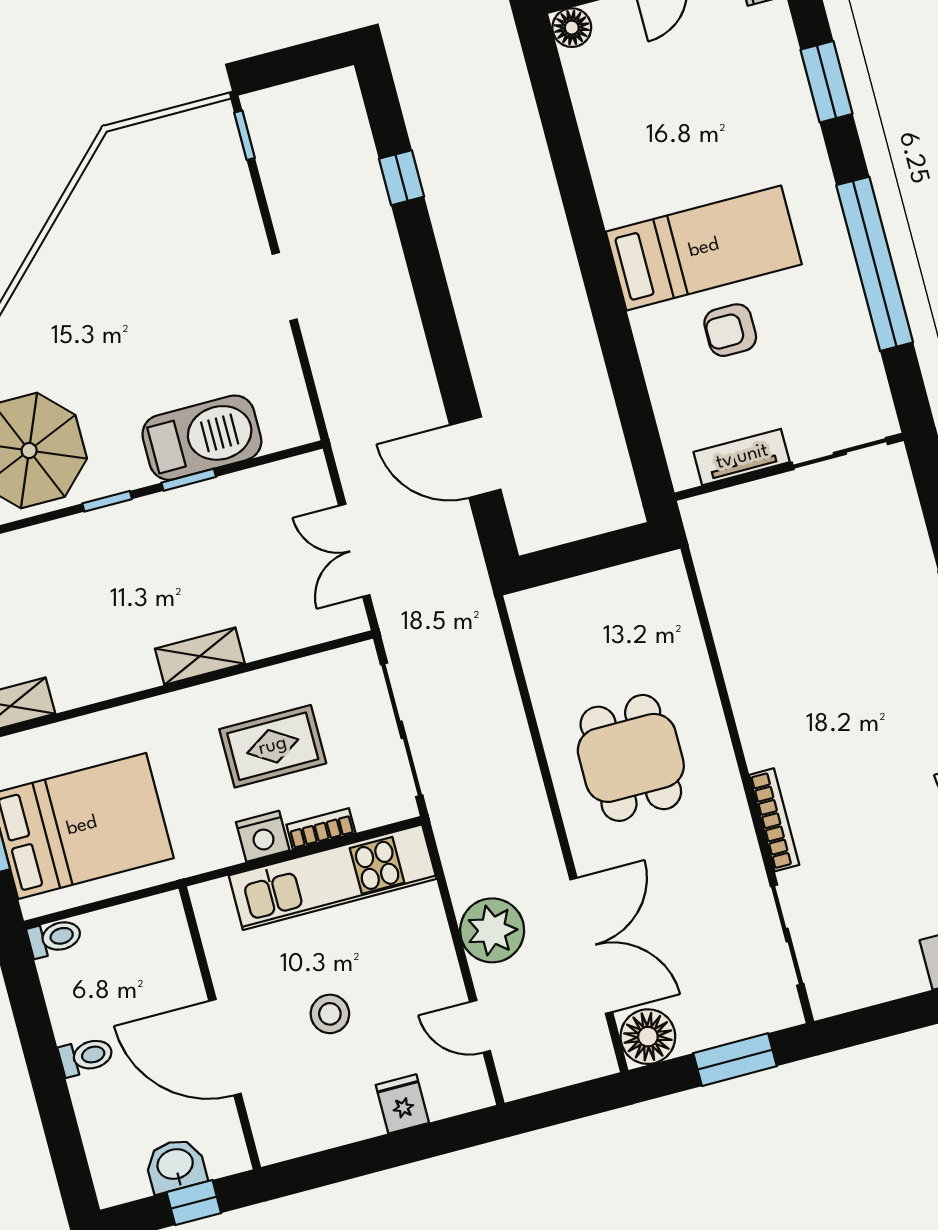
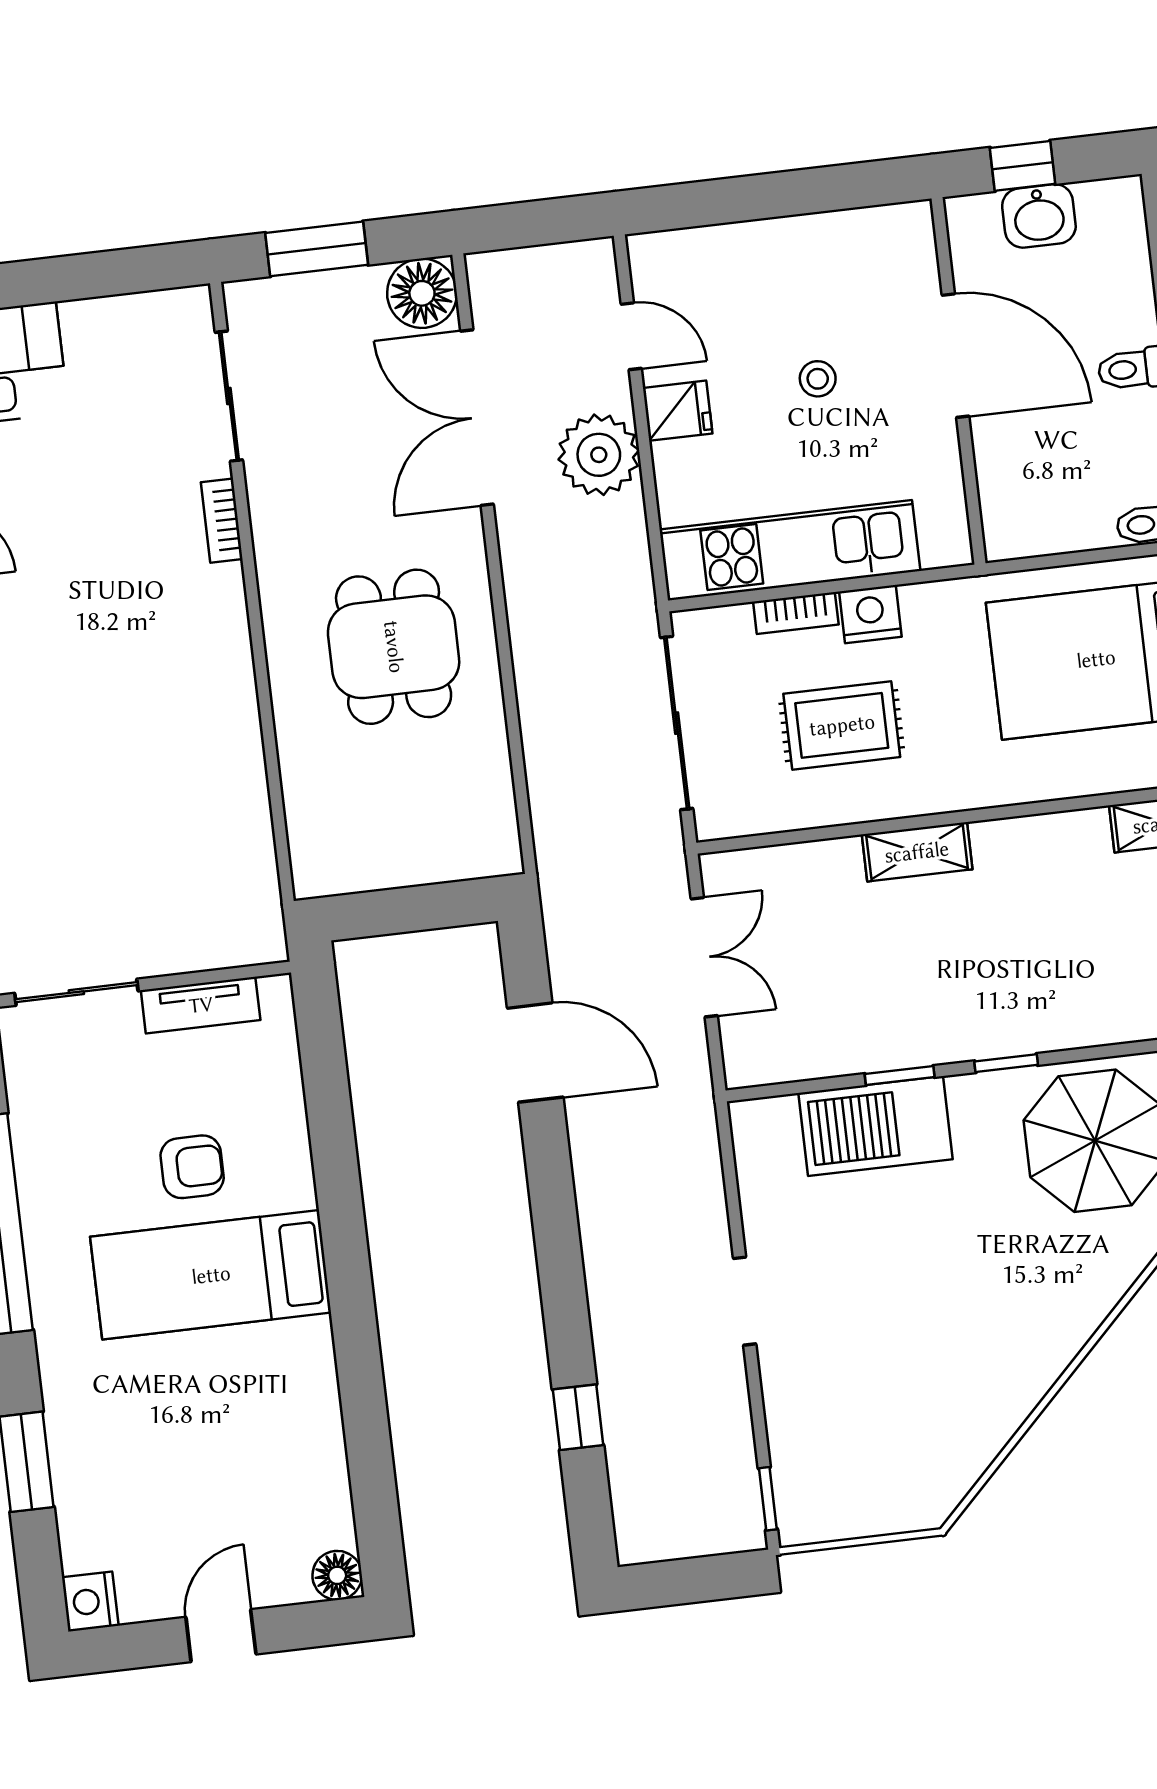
bookcase: (774, 820) -> (222, 521), width x0.64
stool: (330, 1014) -> (818, 379), width x0.73, depth x0.73
fridge: (402, 1104) -> (678, 411), moved, turned -90

